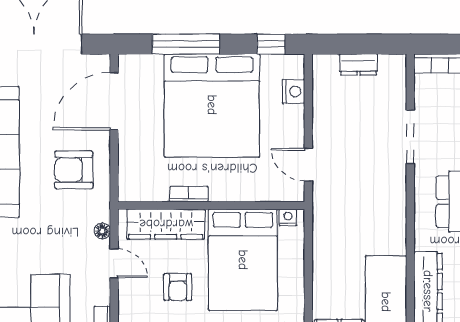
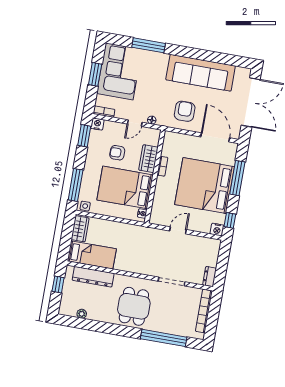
dresser: (358, 64) -> (210, 277), moved
nightstand: (293, 91) -> (217, 230), moved
door: (308, 165) -> (178, 230), moved
wardrobe: (166, 224) -> (148, 159), width x0.67

